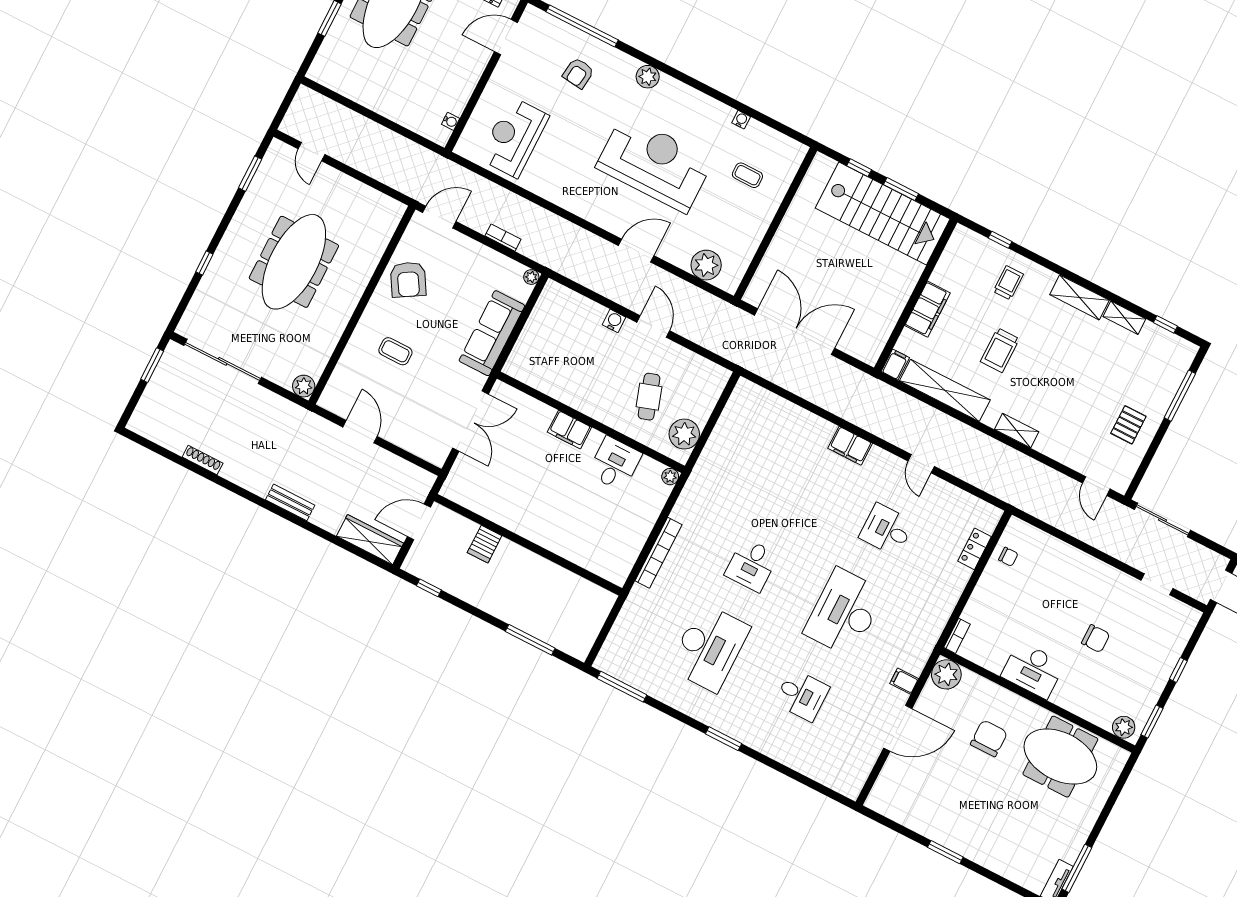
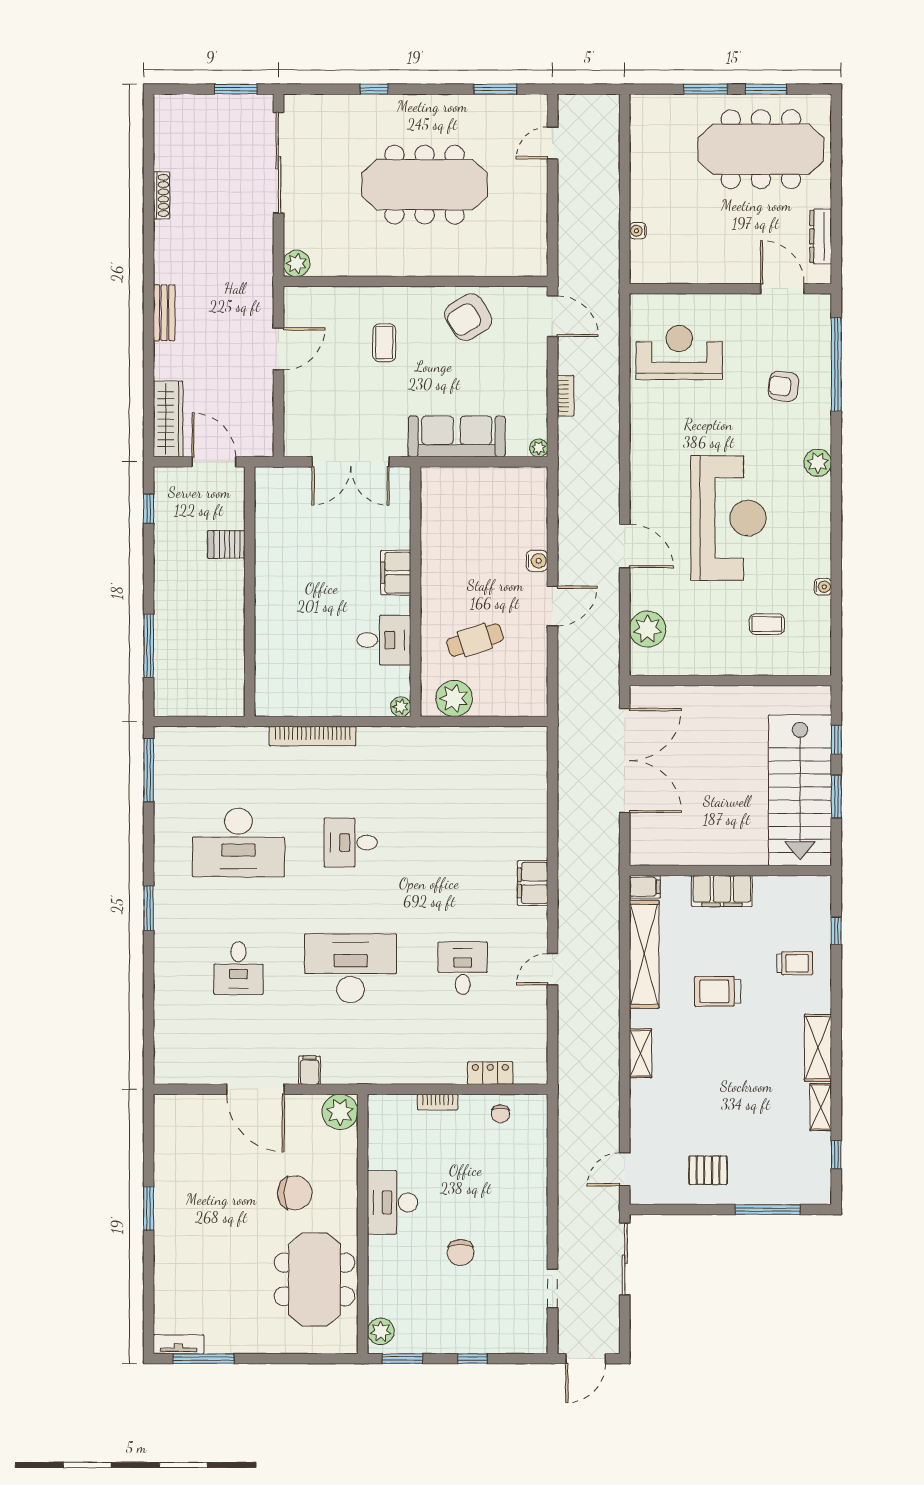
water cooler: (451, 121) -> (638, 231), moved, turned 90
coffee table: (747, 175) -> (767, 624), turned 90
bookcase: (957, 636) -> (438, 1102), moved

